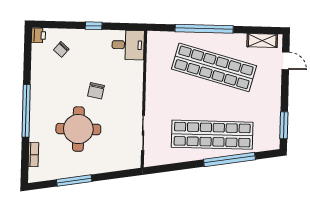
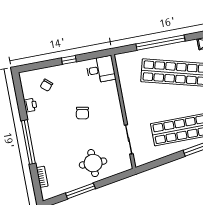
printer: (38, 35) -> (30, 105), moved
round table: (78, 129) -> (93, 163), moved, width x0.73, depth x0.73

